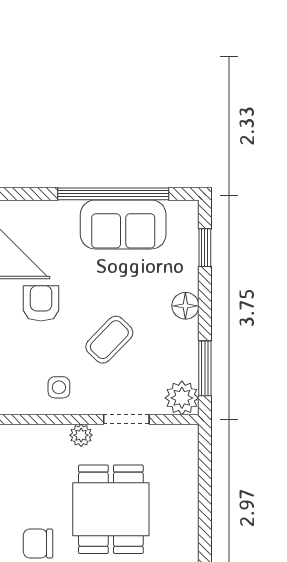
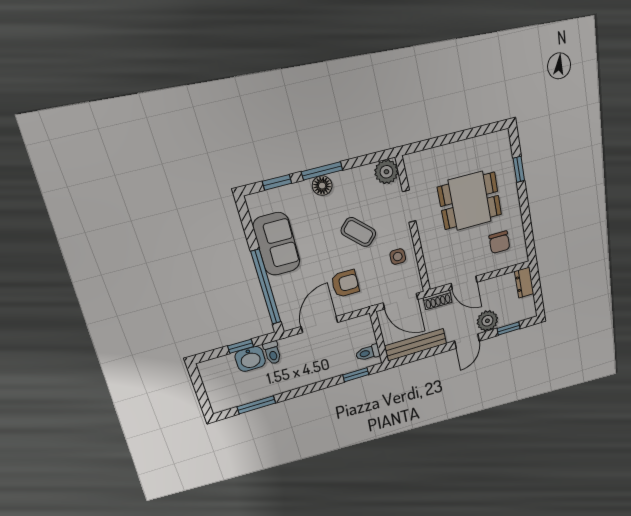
window: (113, 194) -> (266, 287), moved
armchair: (41, 303) -> (345, 284), turned 180
window: (205, 368) -> (322, 171), moved
plant: (81, 435) -> (426, 234), removed

